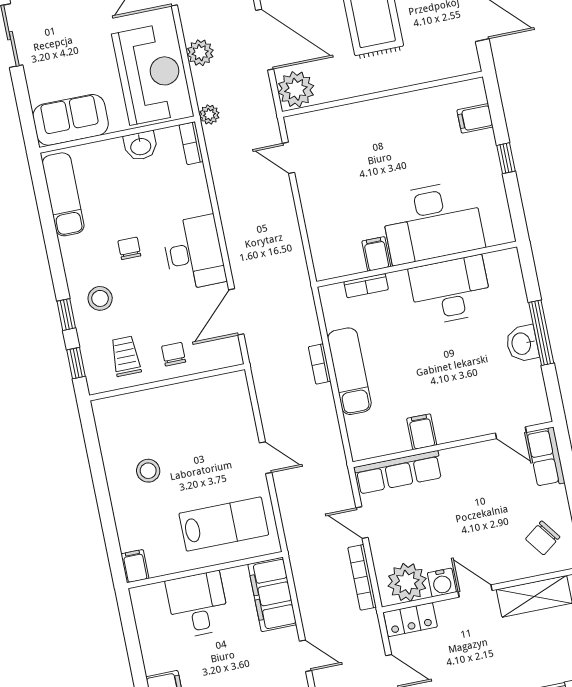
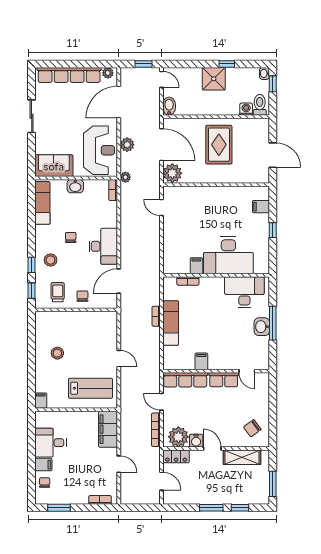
washbasin: (141, 146) -> (75, 186), moved
desk: (450, 290) -> (244, 292), moved
row of seats: (546, 458) -> (224, 380), moved, turned -90
desk: (198, 605) -> (50, 443), moved, turned -90

